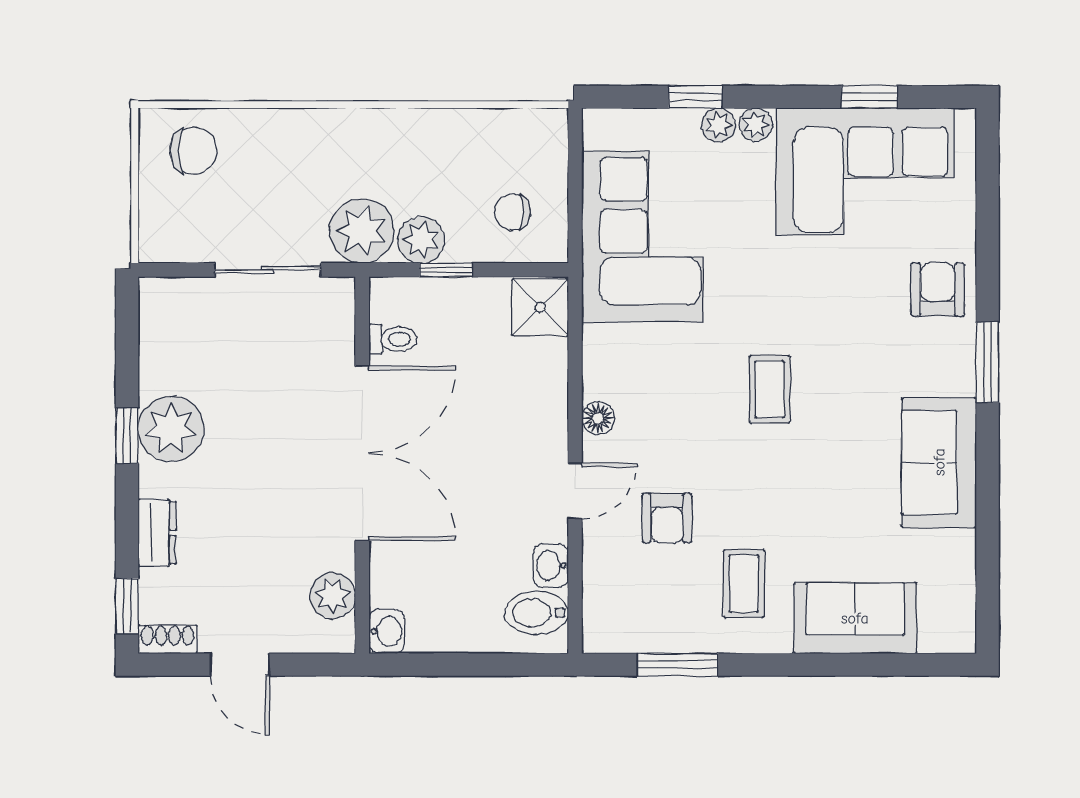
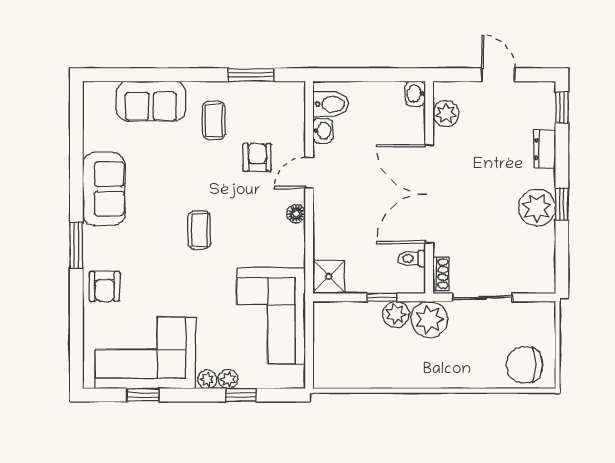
chair: (193, 150) -> (524, 365), width x1.37, depth x1.37
chair: (513, 212) -> (344, 330), removed
shoe rack: (168, 639) -> (441, 273), moved, turned -90

